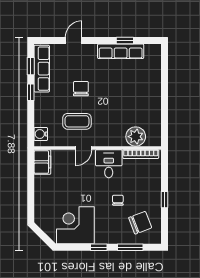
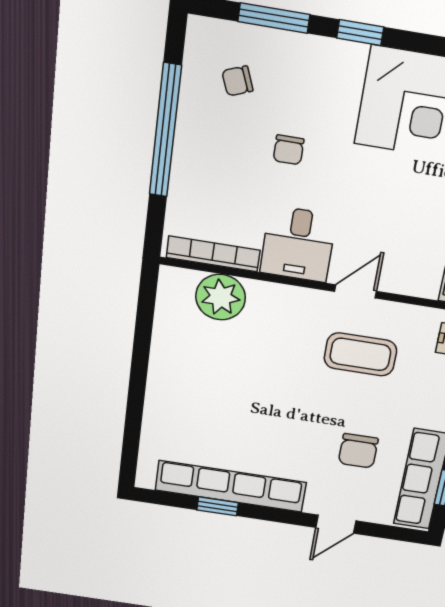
row of seats: (121, 51) -> (231, 486), width x1.36
chair: (81, 89) -> (358, 451), moved
window: (164, 200) -> (165, 131), width x3.17
chair: (140, 223) -> (237, 81), width x0.54, depth x0.54

